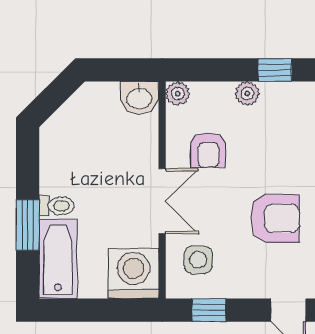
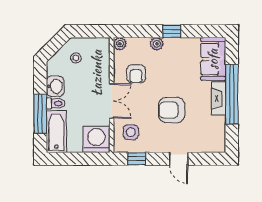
washbasin: (139, 98) -> (55, 86), moved, turned -90
stool: (95, 120) -> (76, 58), added
armchair: (275, 218) -> (172, 110), turned 180
window: (28, 225) -> (40, 114), width x1.44

